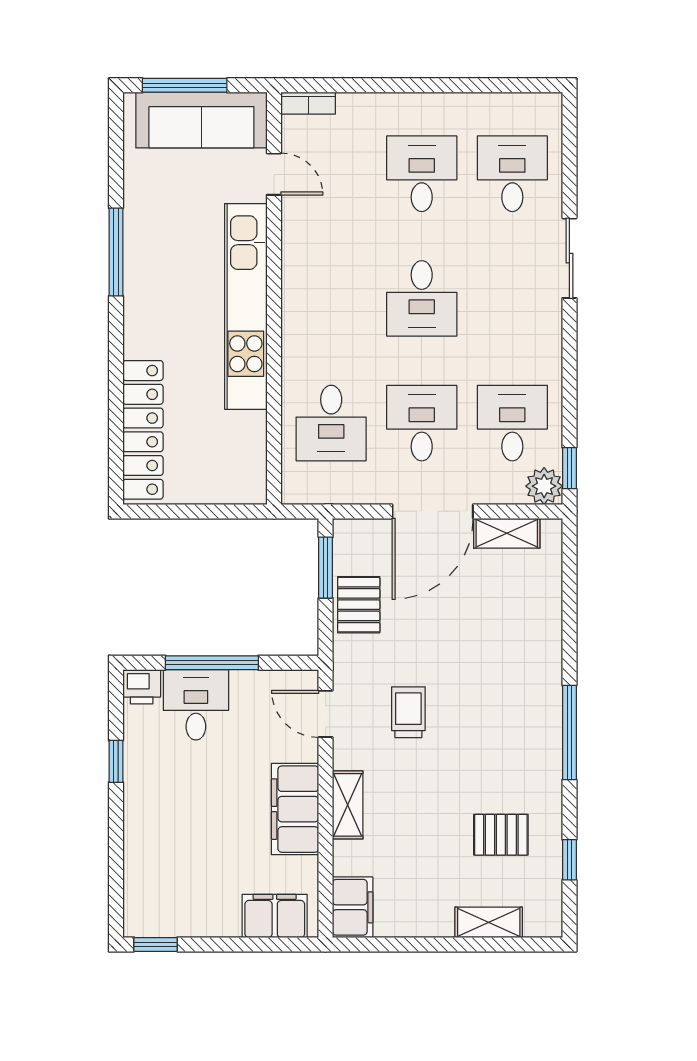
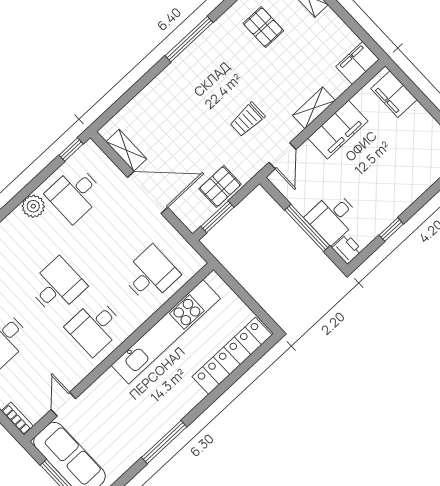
kitchen unit: (246, 306) -> (166, 332), moved
desk: (422, 423) -> (95, 327), moved
plant: (544, 486) -> (33, 206), moved

